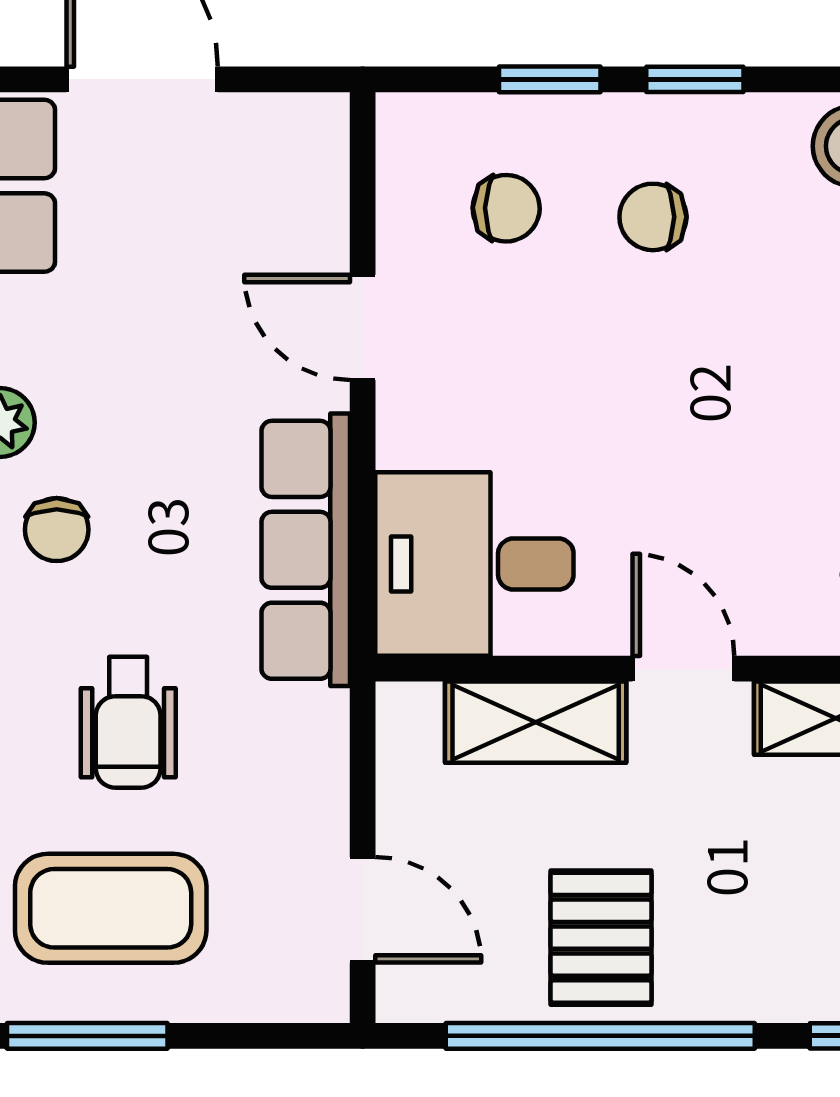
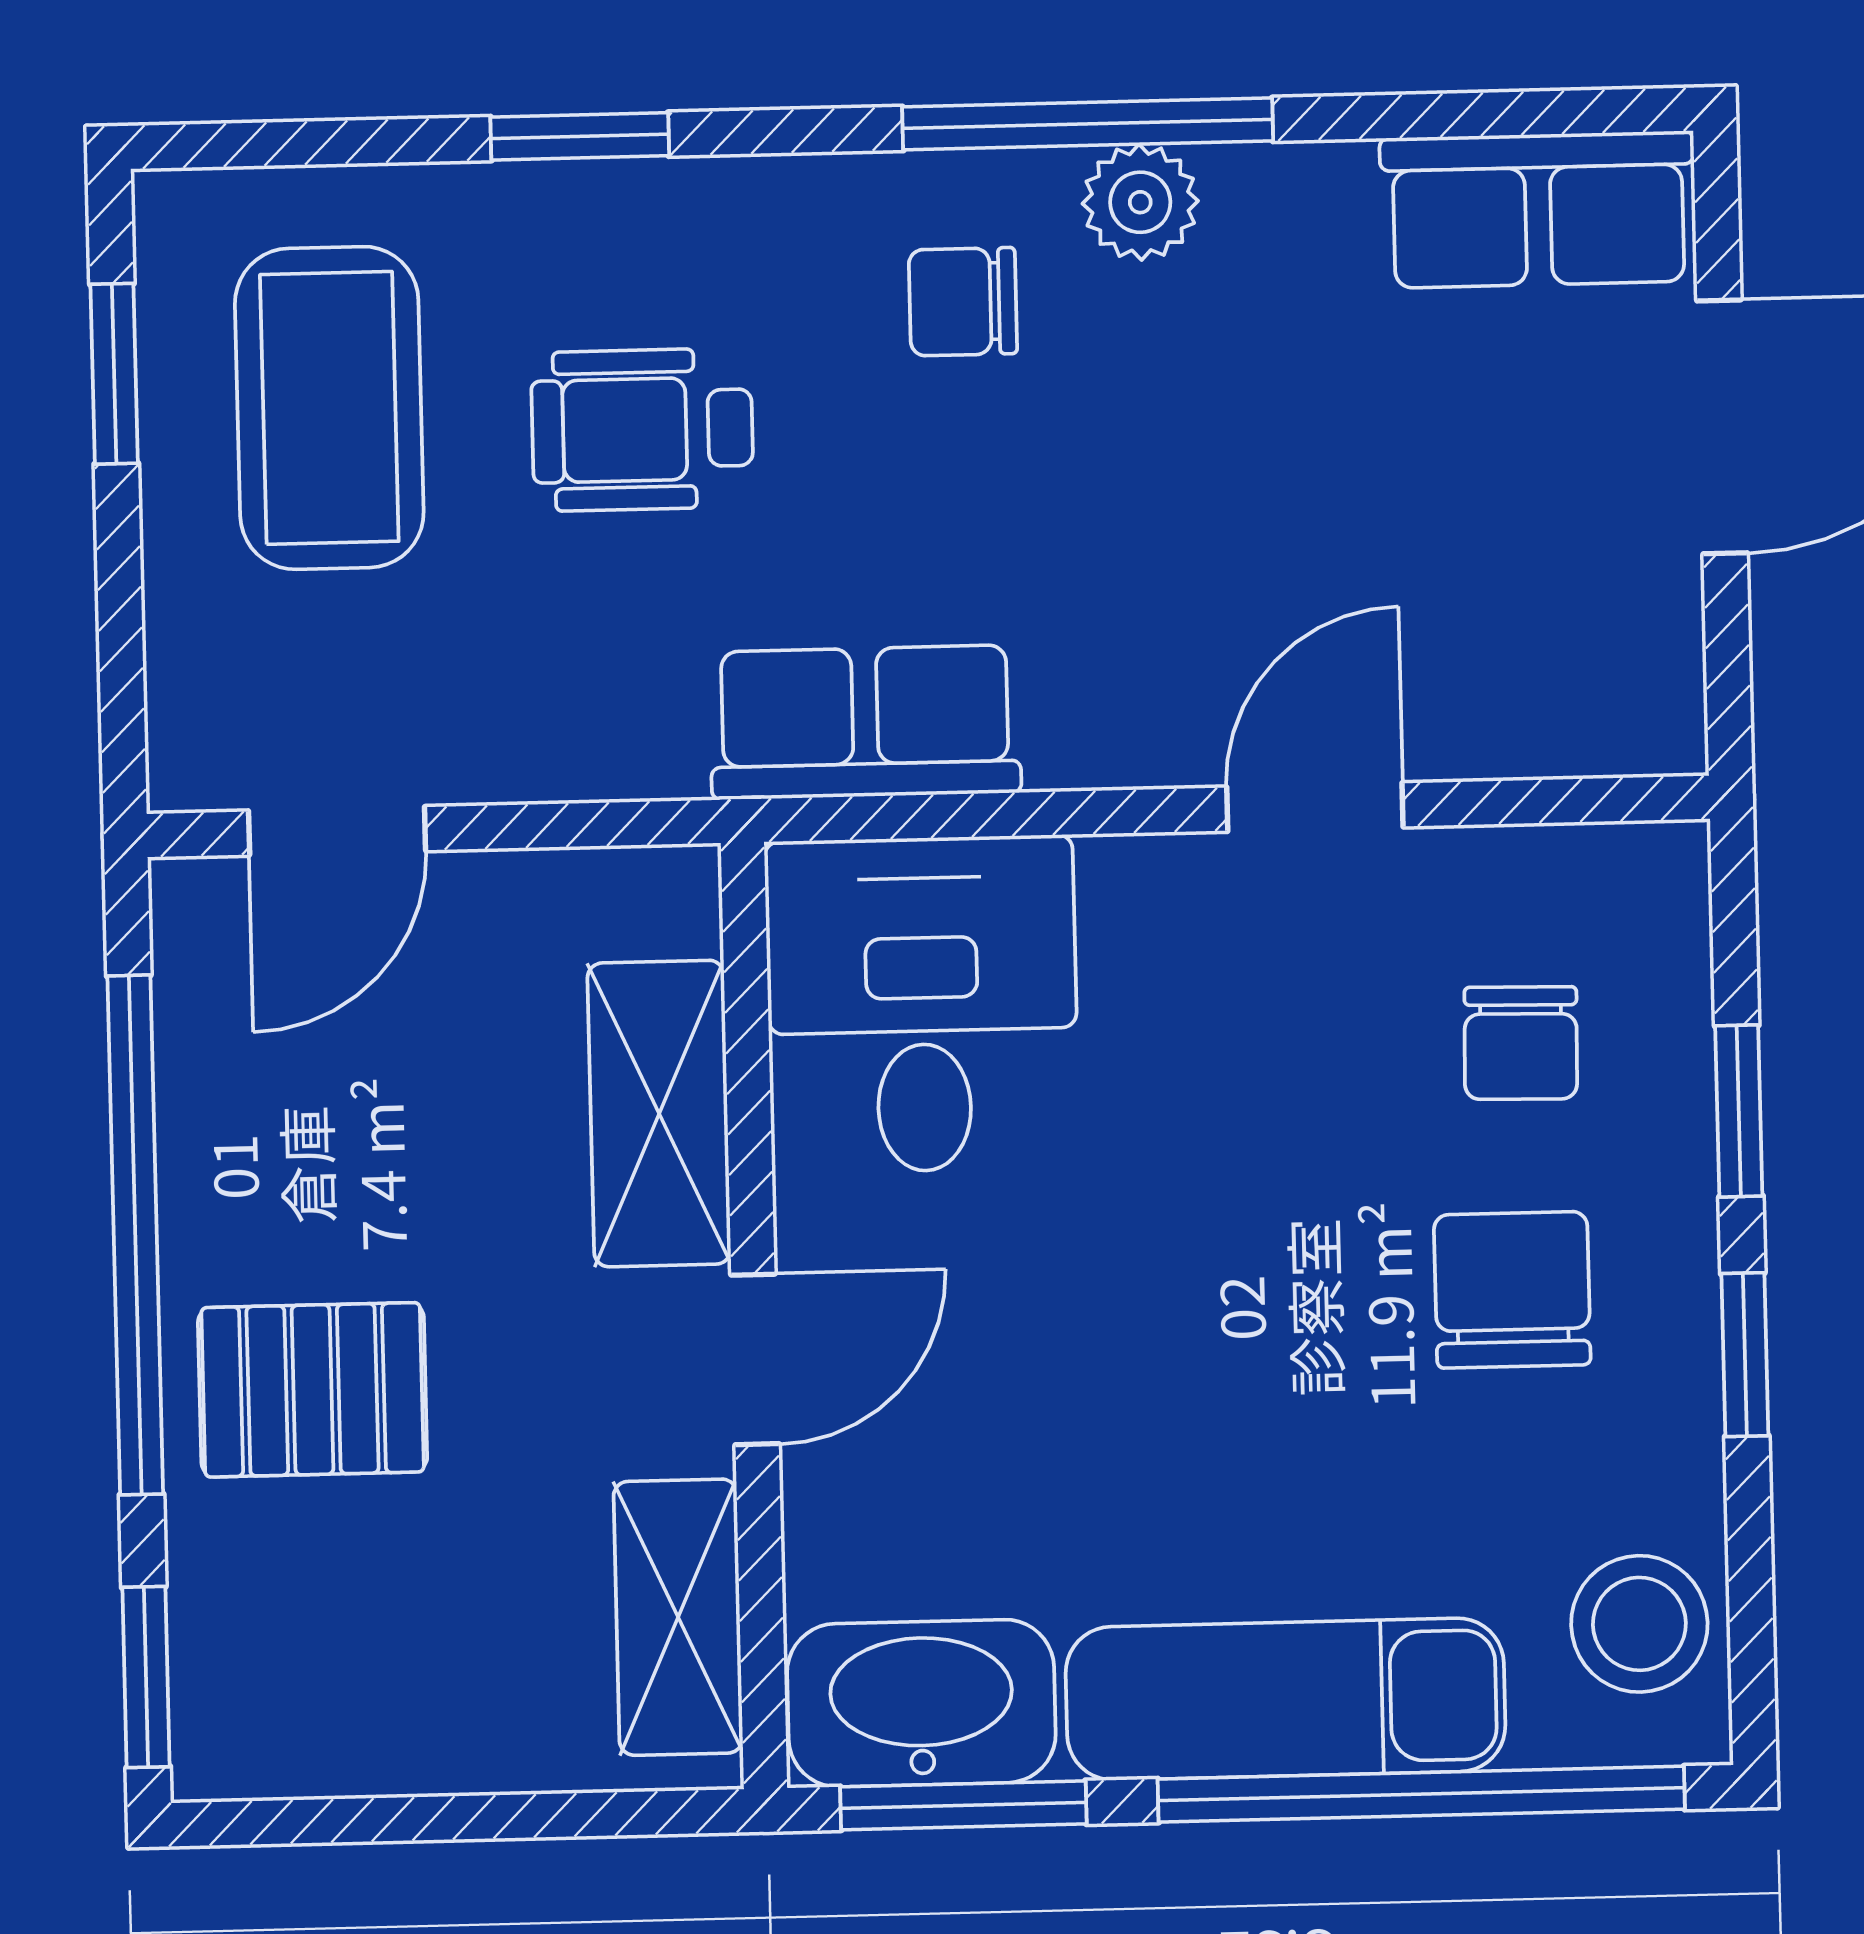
chair: (653, 217) -> (1512, 1290), width x1.37, depth x1.37
row of seats: (306, 550) -> (865, 722), width x0.68
pallet: (601, 938) -> (313, 1390), moved
window: (87, 1036) -> (114, 374), width x0.67

